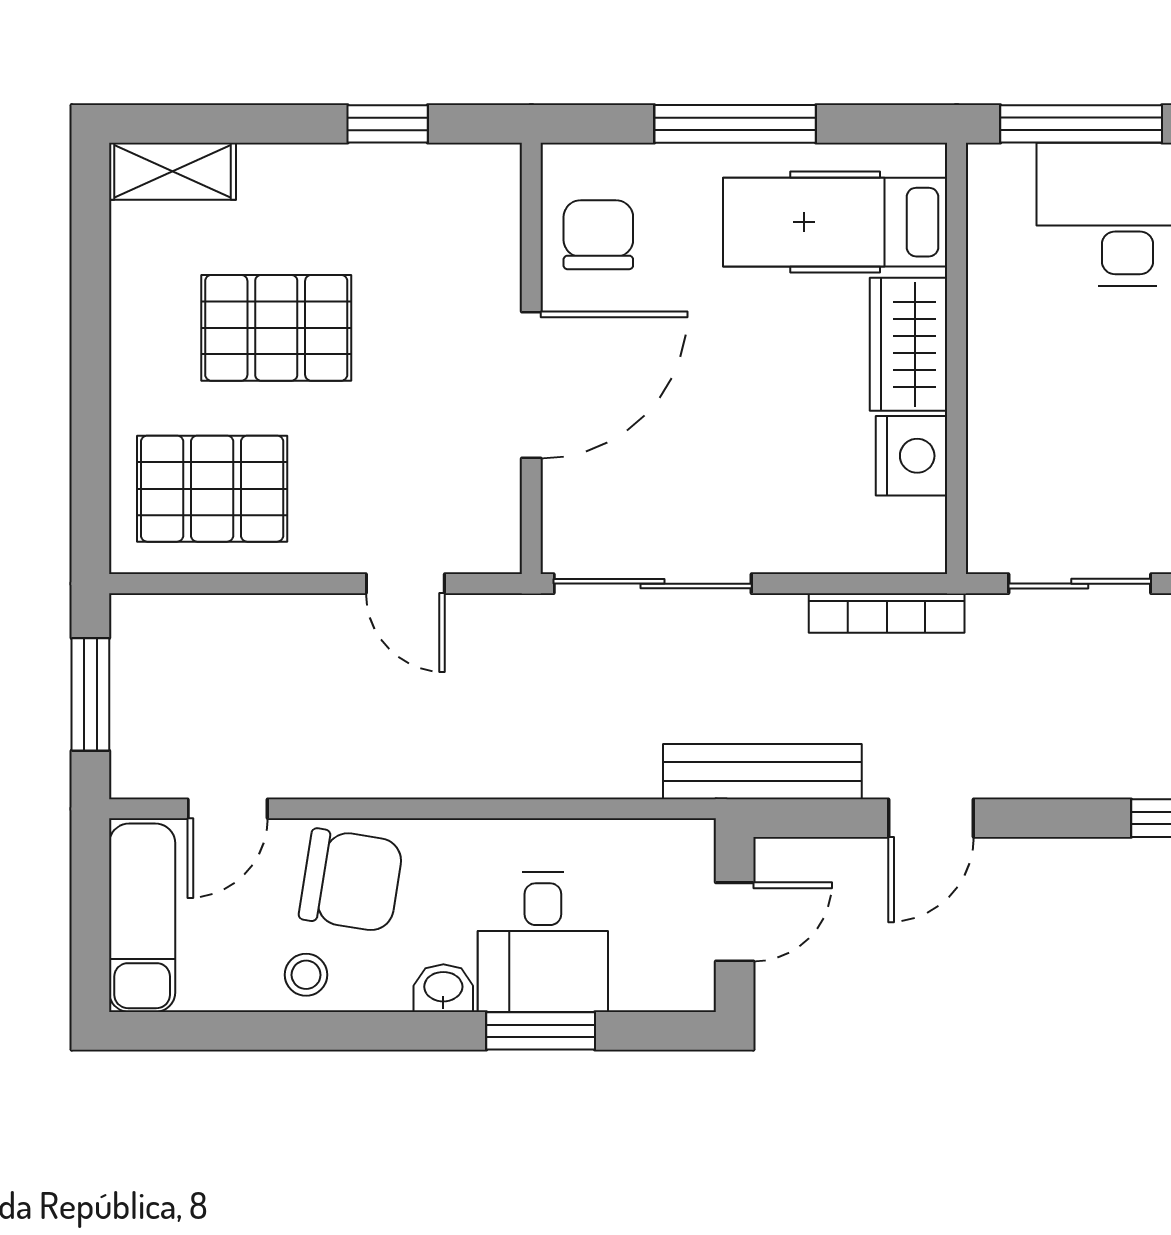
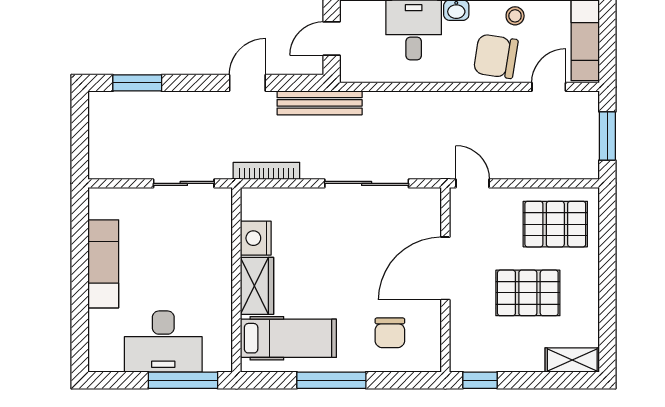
wall: (531, 358) -> (445, 280), moved
door: (531, 385) -> (445, 268), moved

